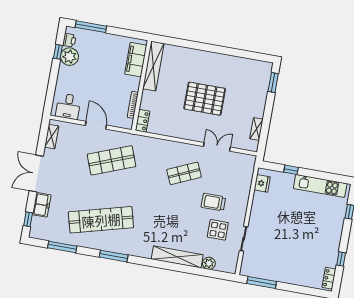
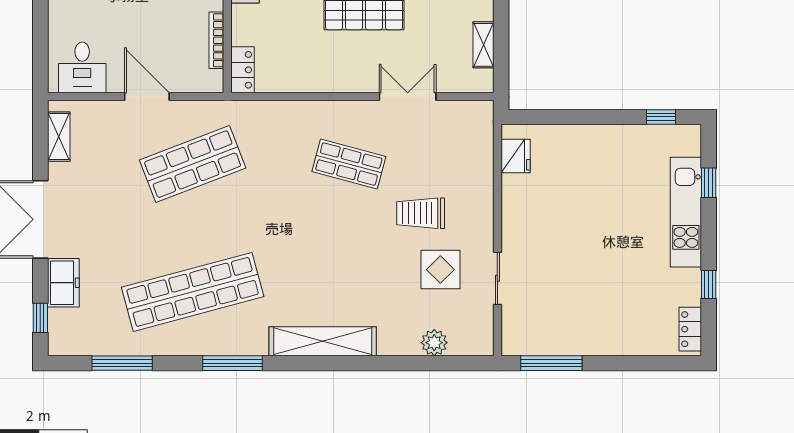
window: (291, 170) -> (661, 117), moved
shop shelf: (184, 173) -> (349, 164), turned 39
kitchen unit: (320, 186) -> (686, 212), moved, turned 90
shelving: (177, 257) -> (323, 341), moved

